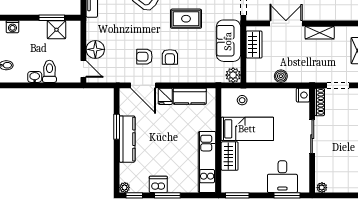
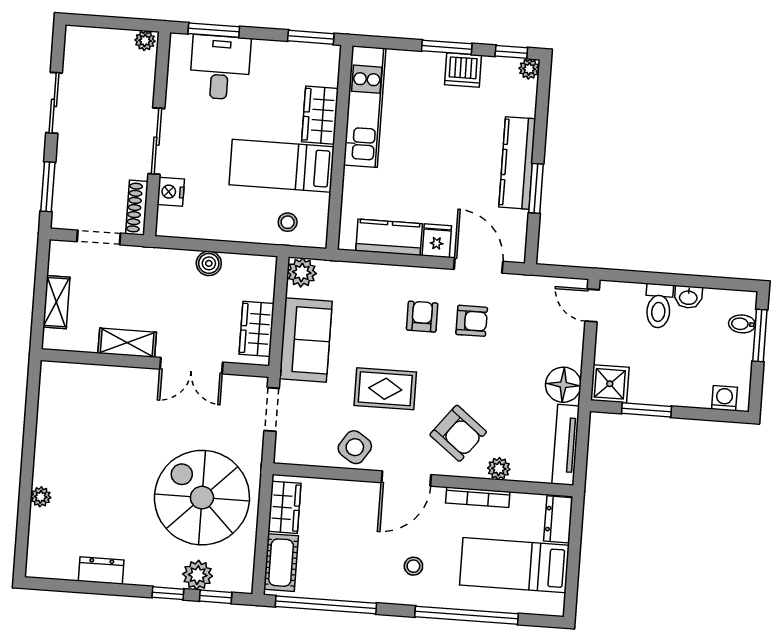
shower: (56, 30) -> (610, 384), moved
floor lamp: (95, 49) -> (563, 385), moved
nightstand: (303, 95) -> (171, 192), moved

